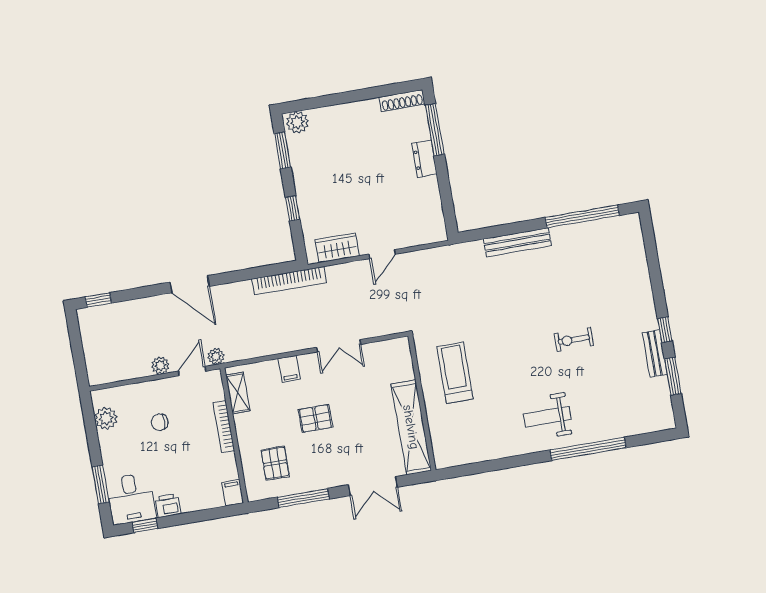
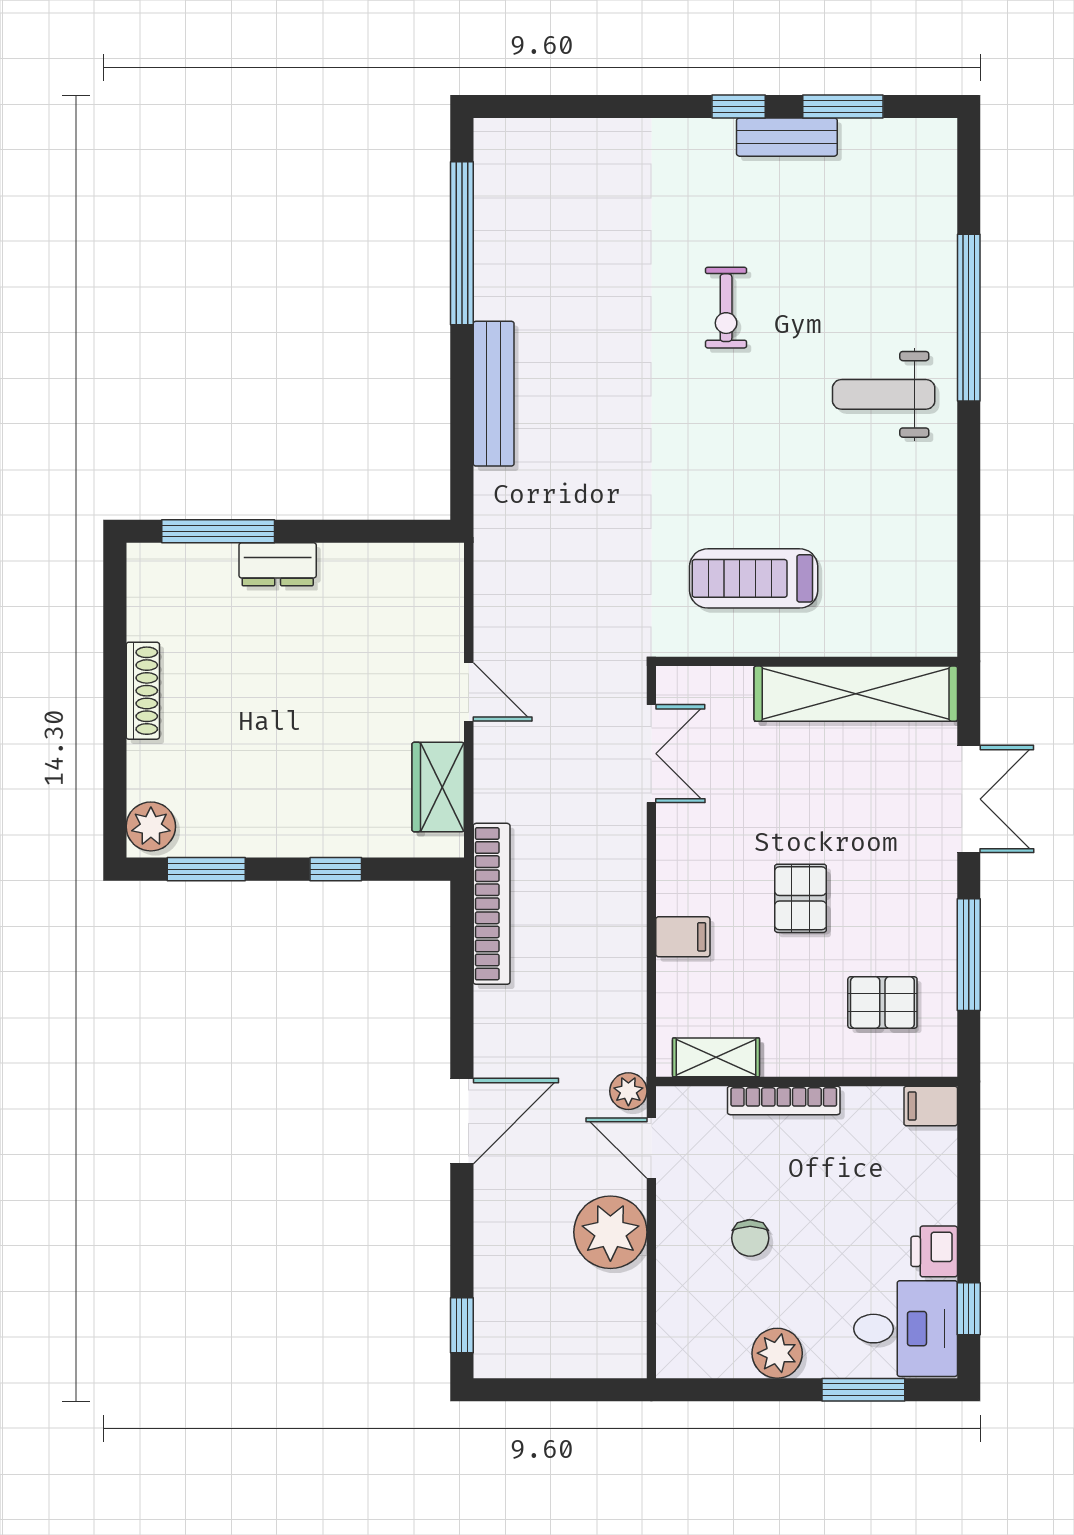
shoe rack: (402, 101) -> (143, 691), moved
double door: (339, 346) -> (651, 754), moved
plant: (160, 366) -> (610, 1232), width x1.88, depth x1.88
weight bench: (547, 417) -> (884, 394), turned 90
plant: (106, 418) -> (777, 1353), moved

